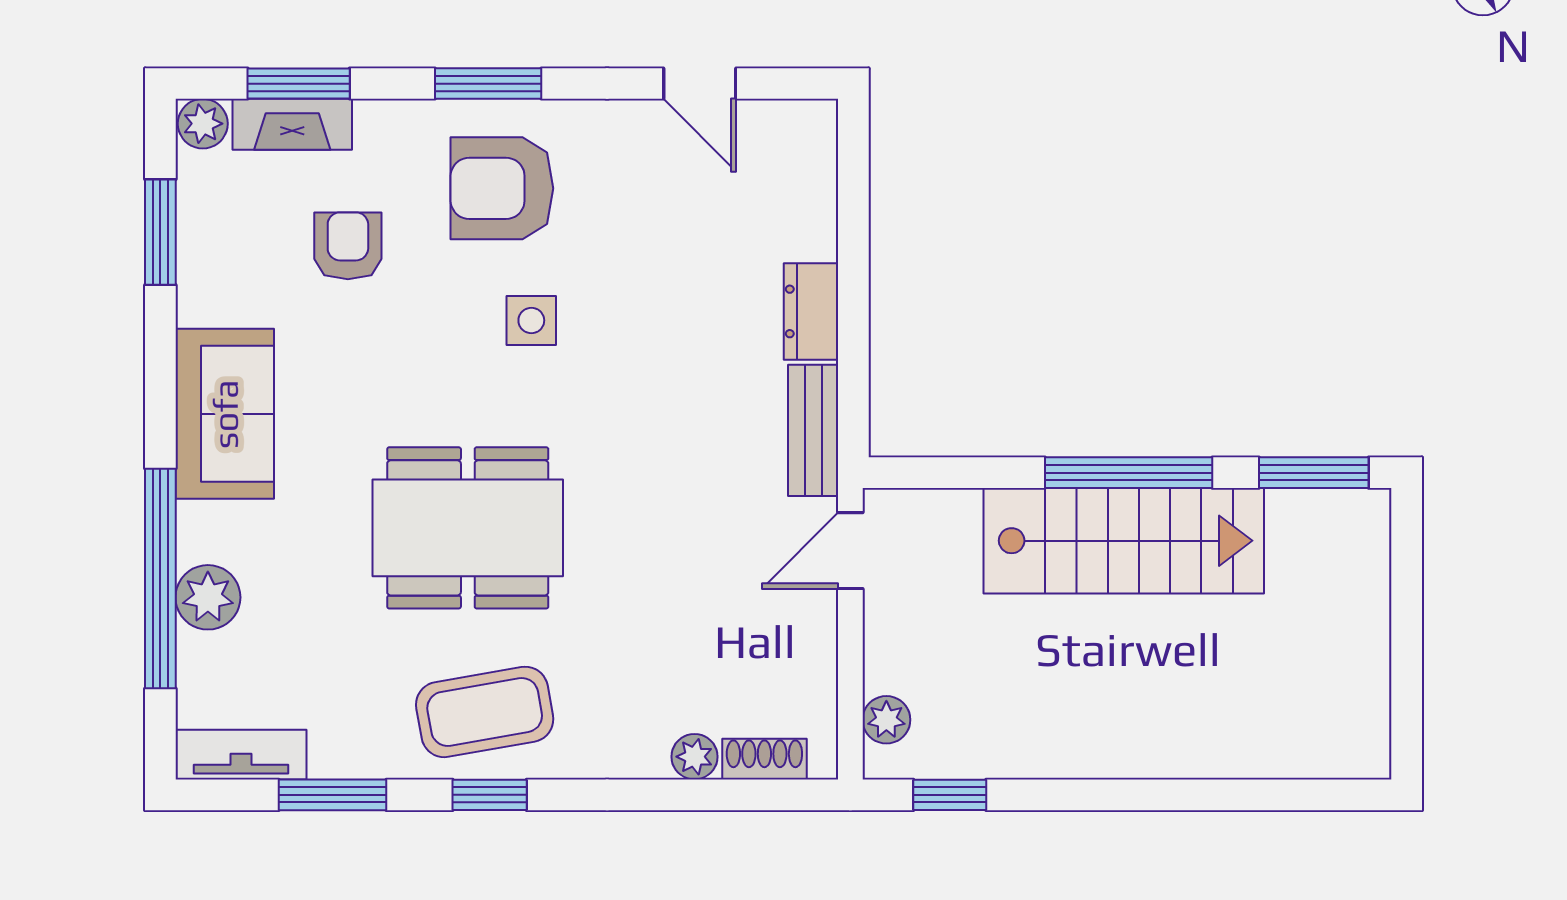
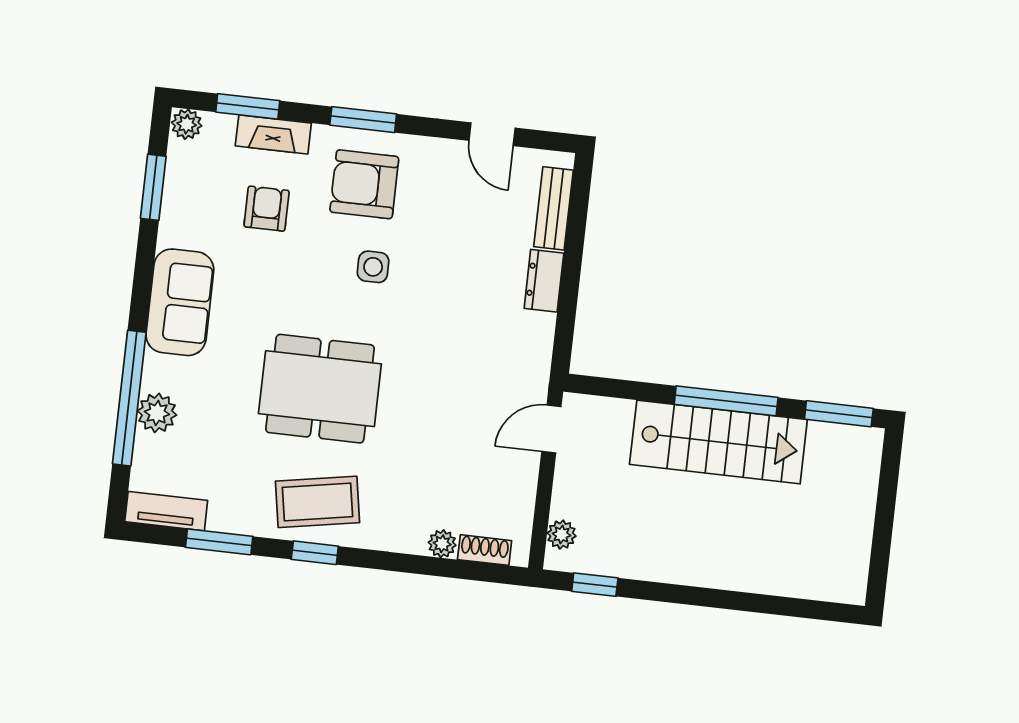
fireplace: (292, 124) -> (273, 134), moved
bench: (813, 430) -> (554, 208), moved

